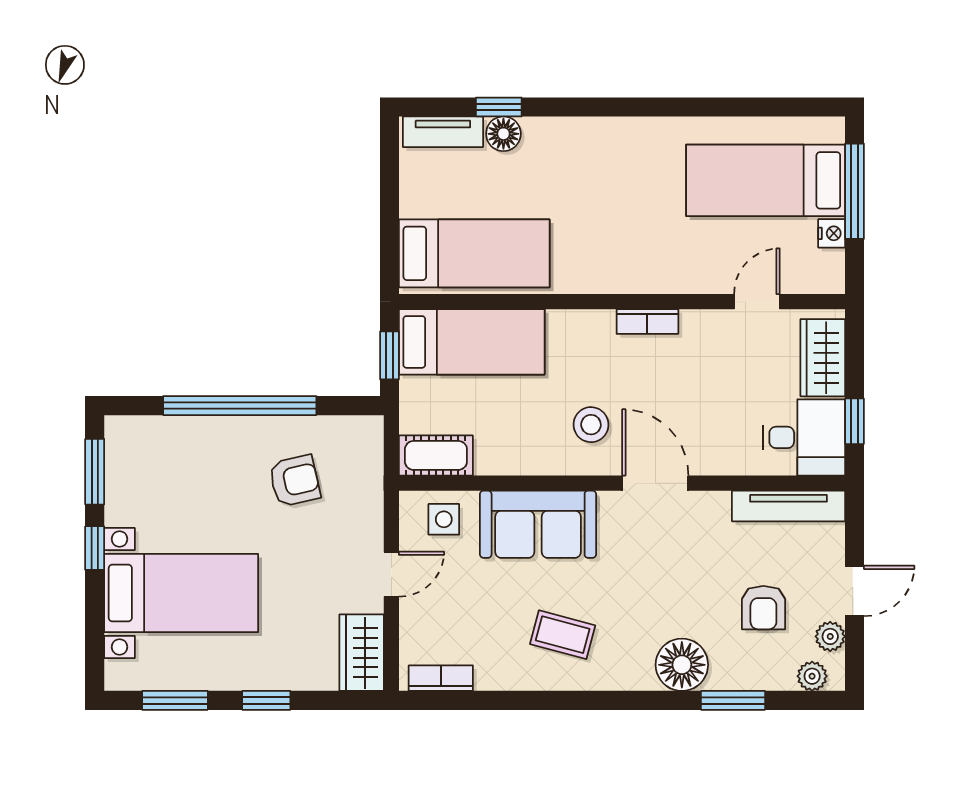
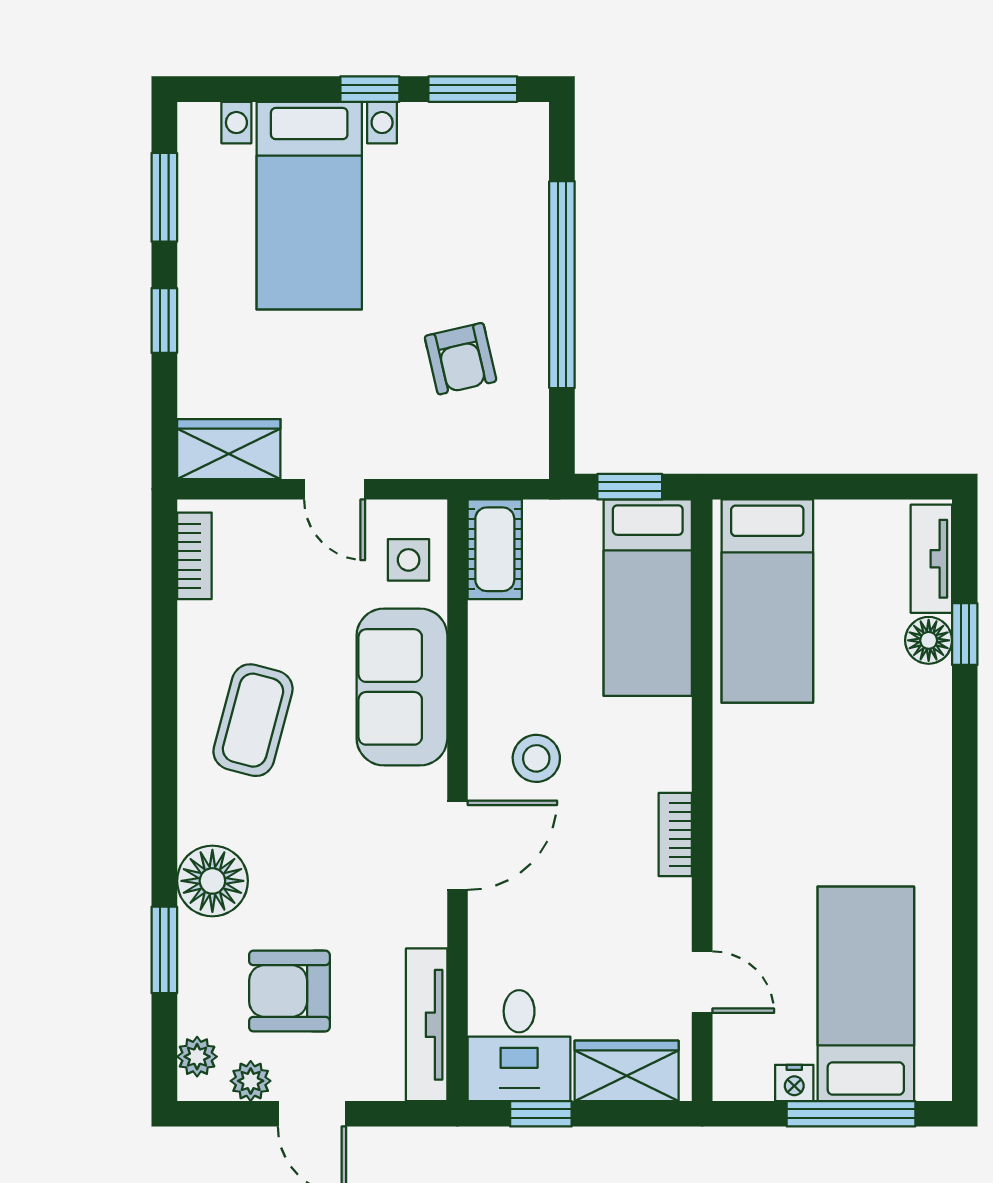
armchair: (763, 608) -> (289, 991), width x1.38, depth x1.38
coffee table: (563, 635) -> (253, 720), width x1.36, depth x1.30

